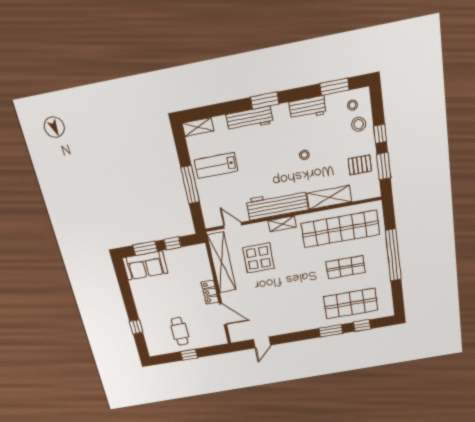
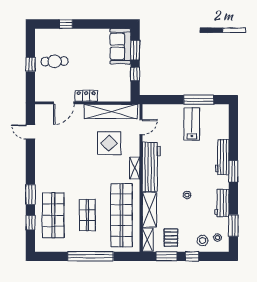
shelving: (198, 127) -> (148, 240), moved
window: (190, 185) -> (199, 100), moved

